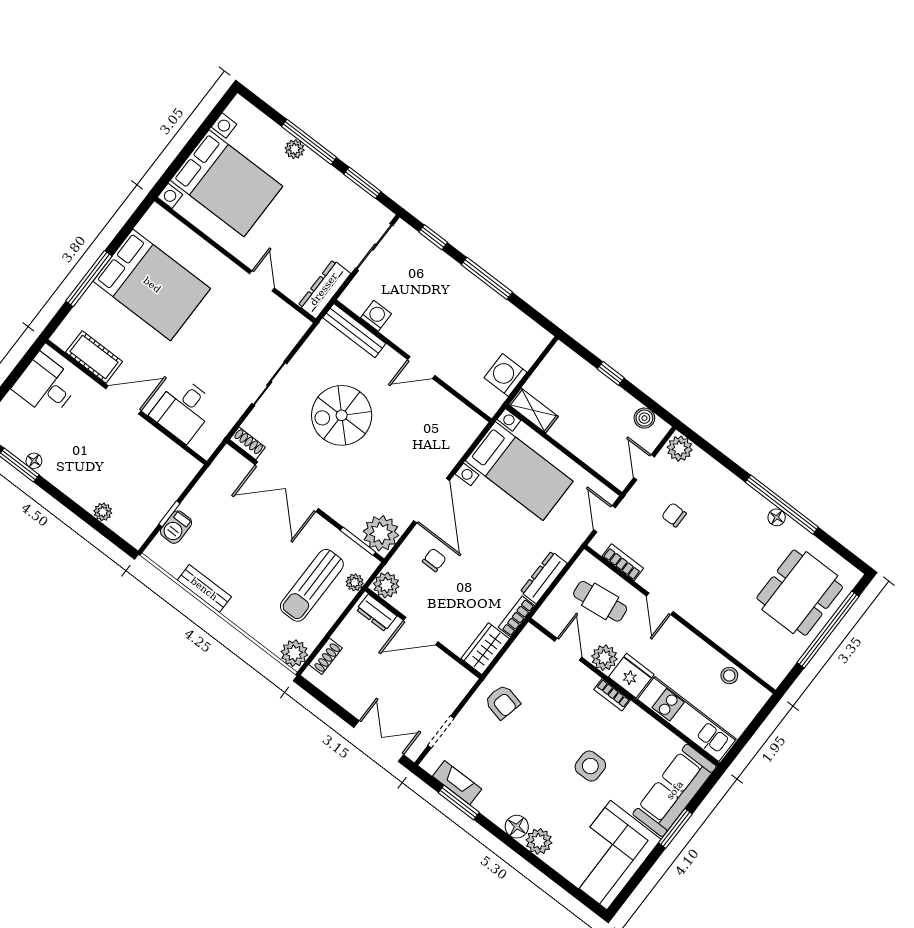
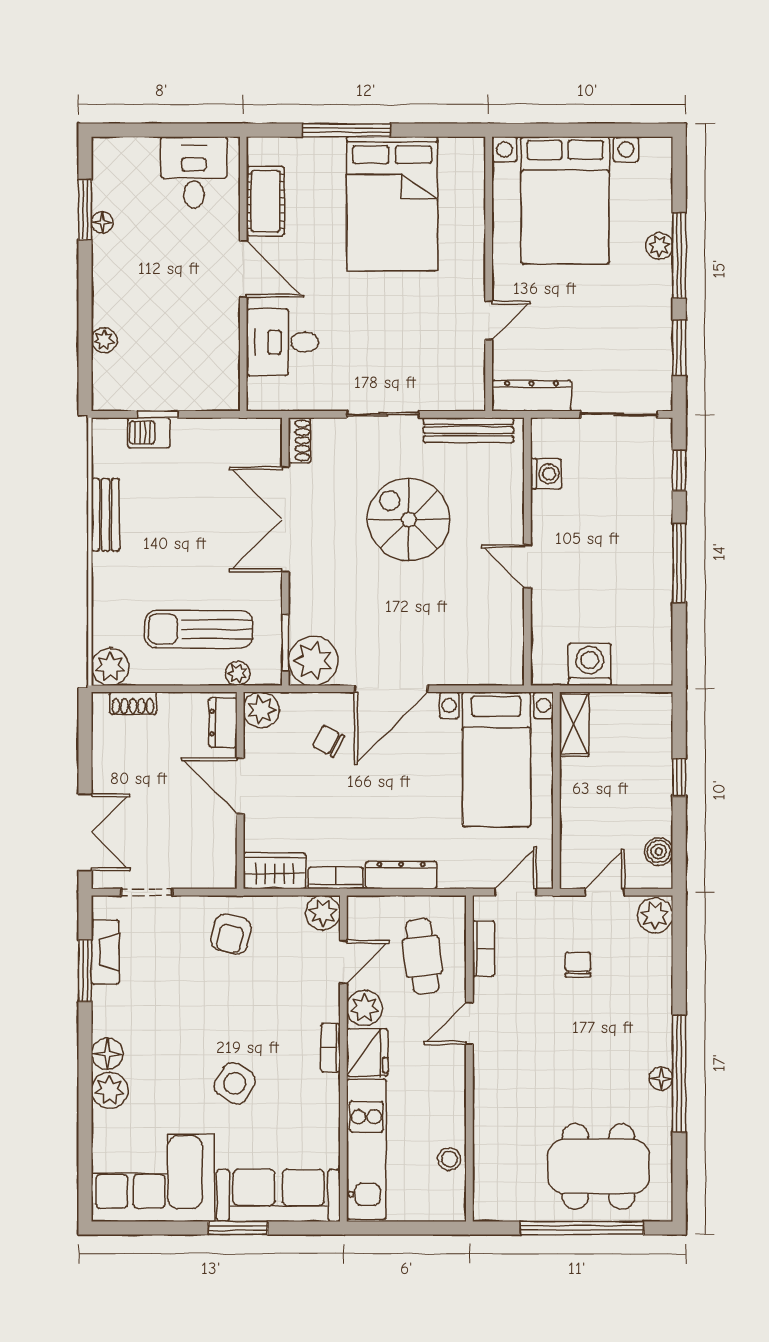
bench: (354, 331) -> (468, 430), moved, turned 90
chair: (434, 560) -> (329, 741), turned -152
plant: (531, 639) -> (323, 913), added
side table: (590, 766) -> (235, 1083), turned 32

